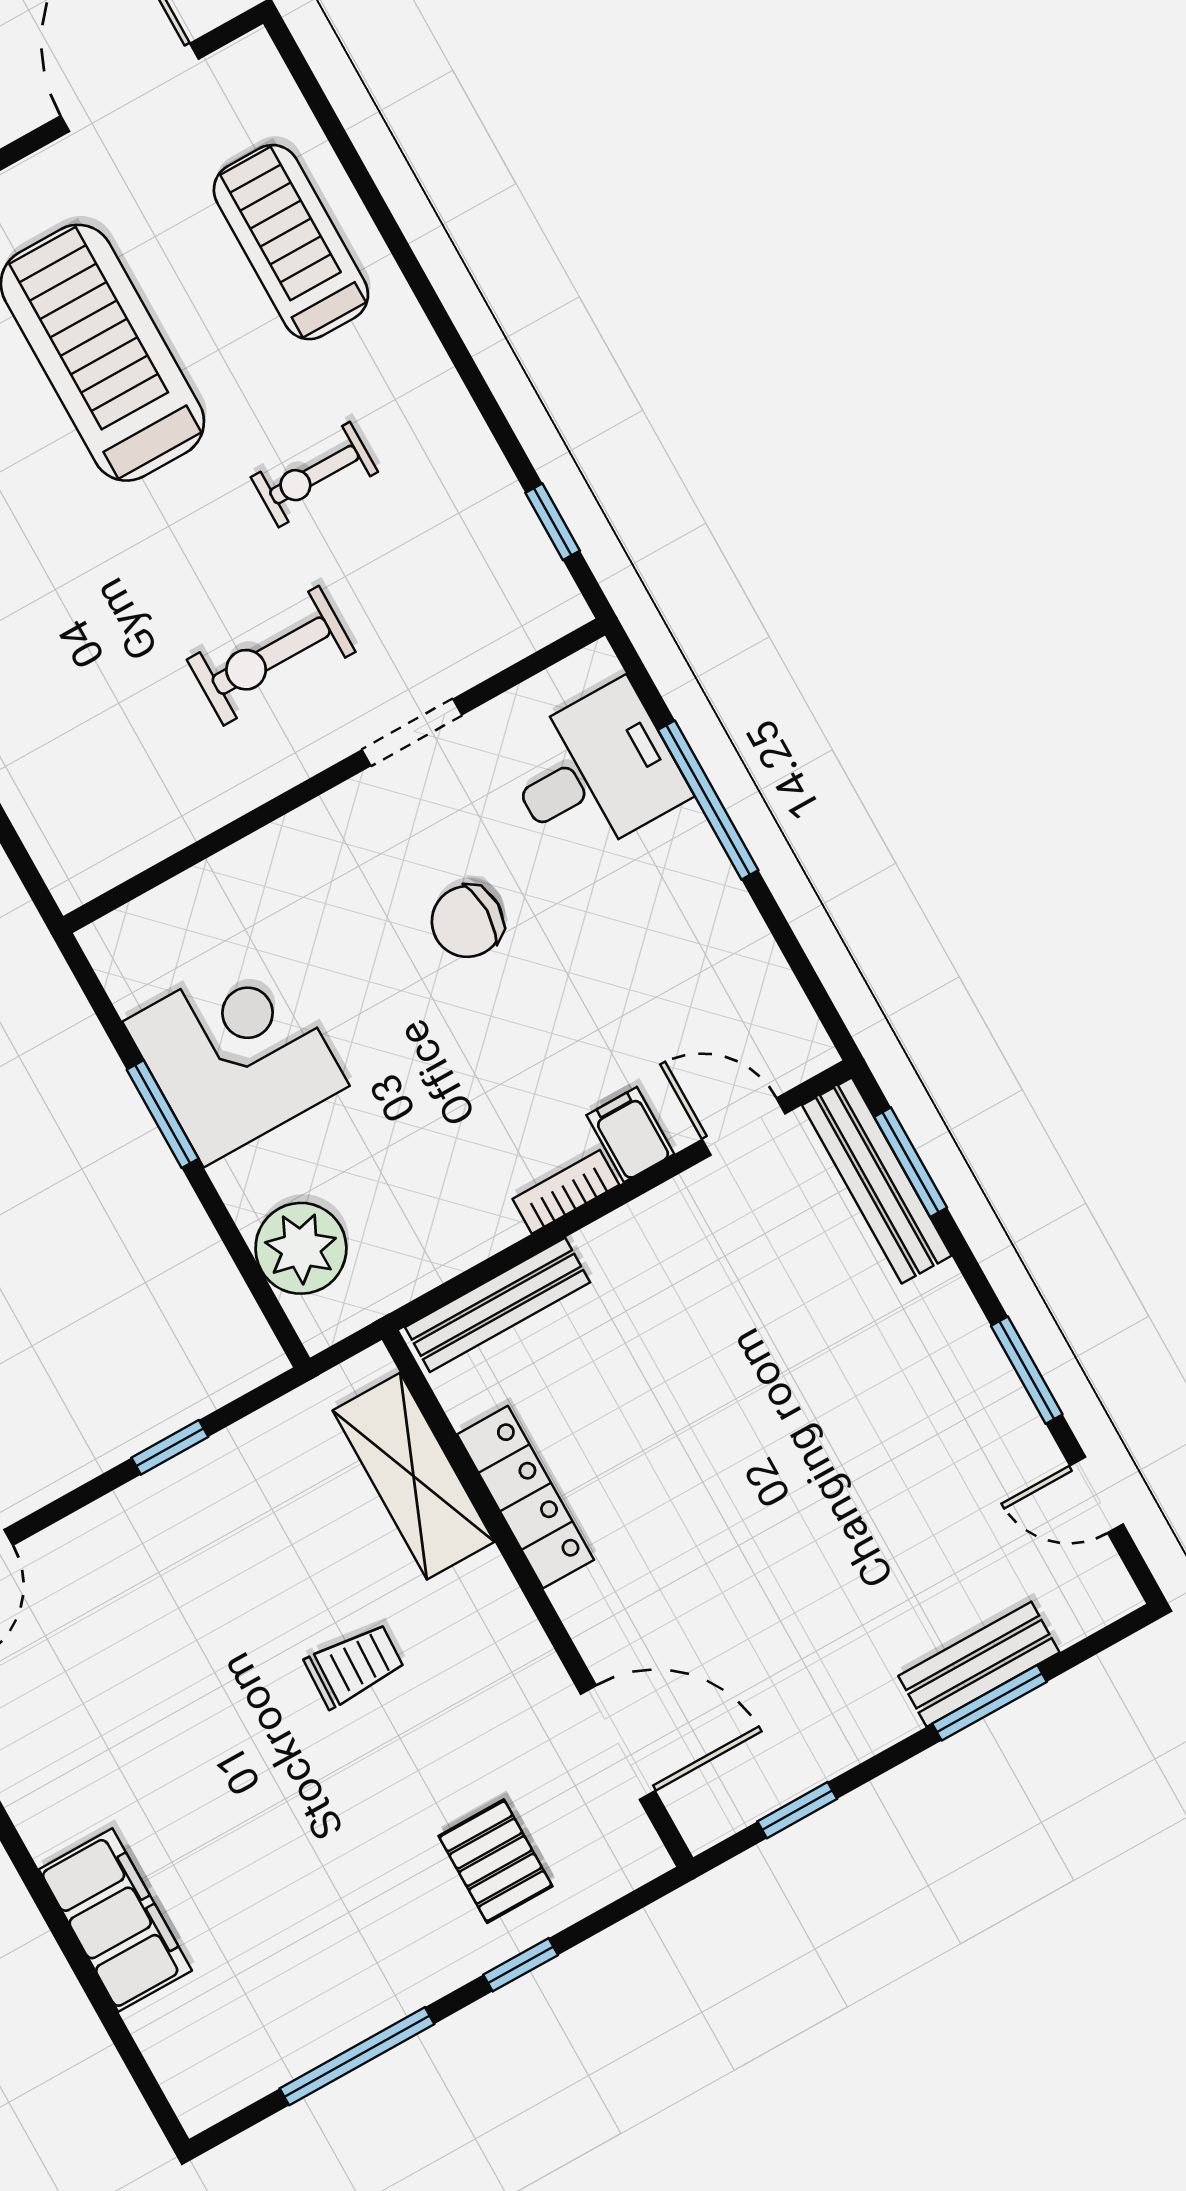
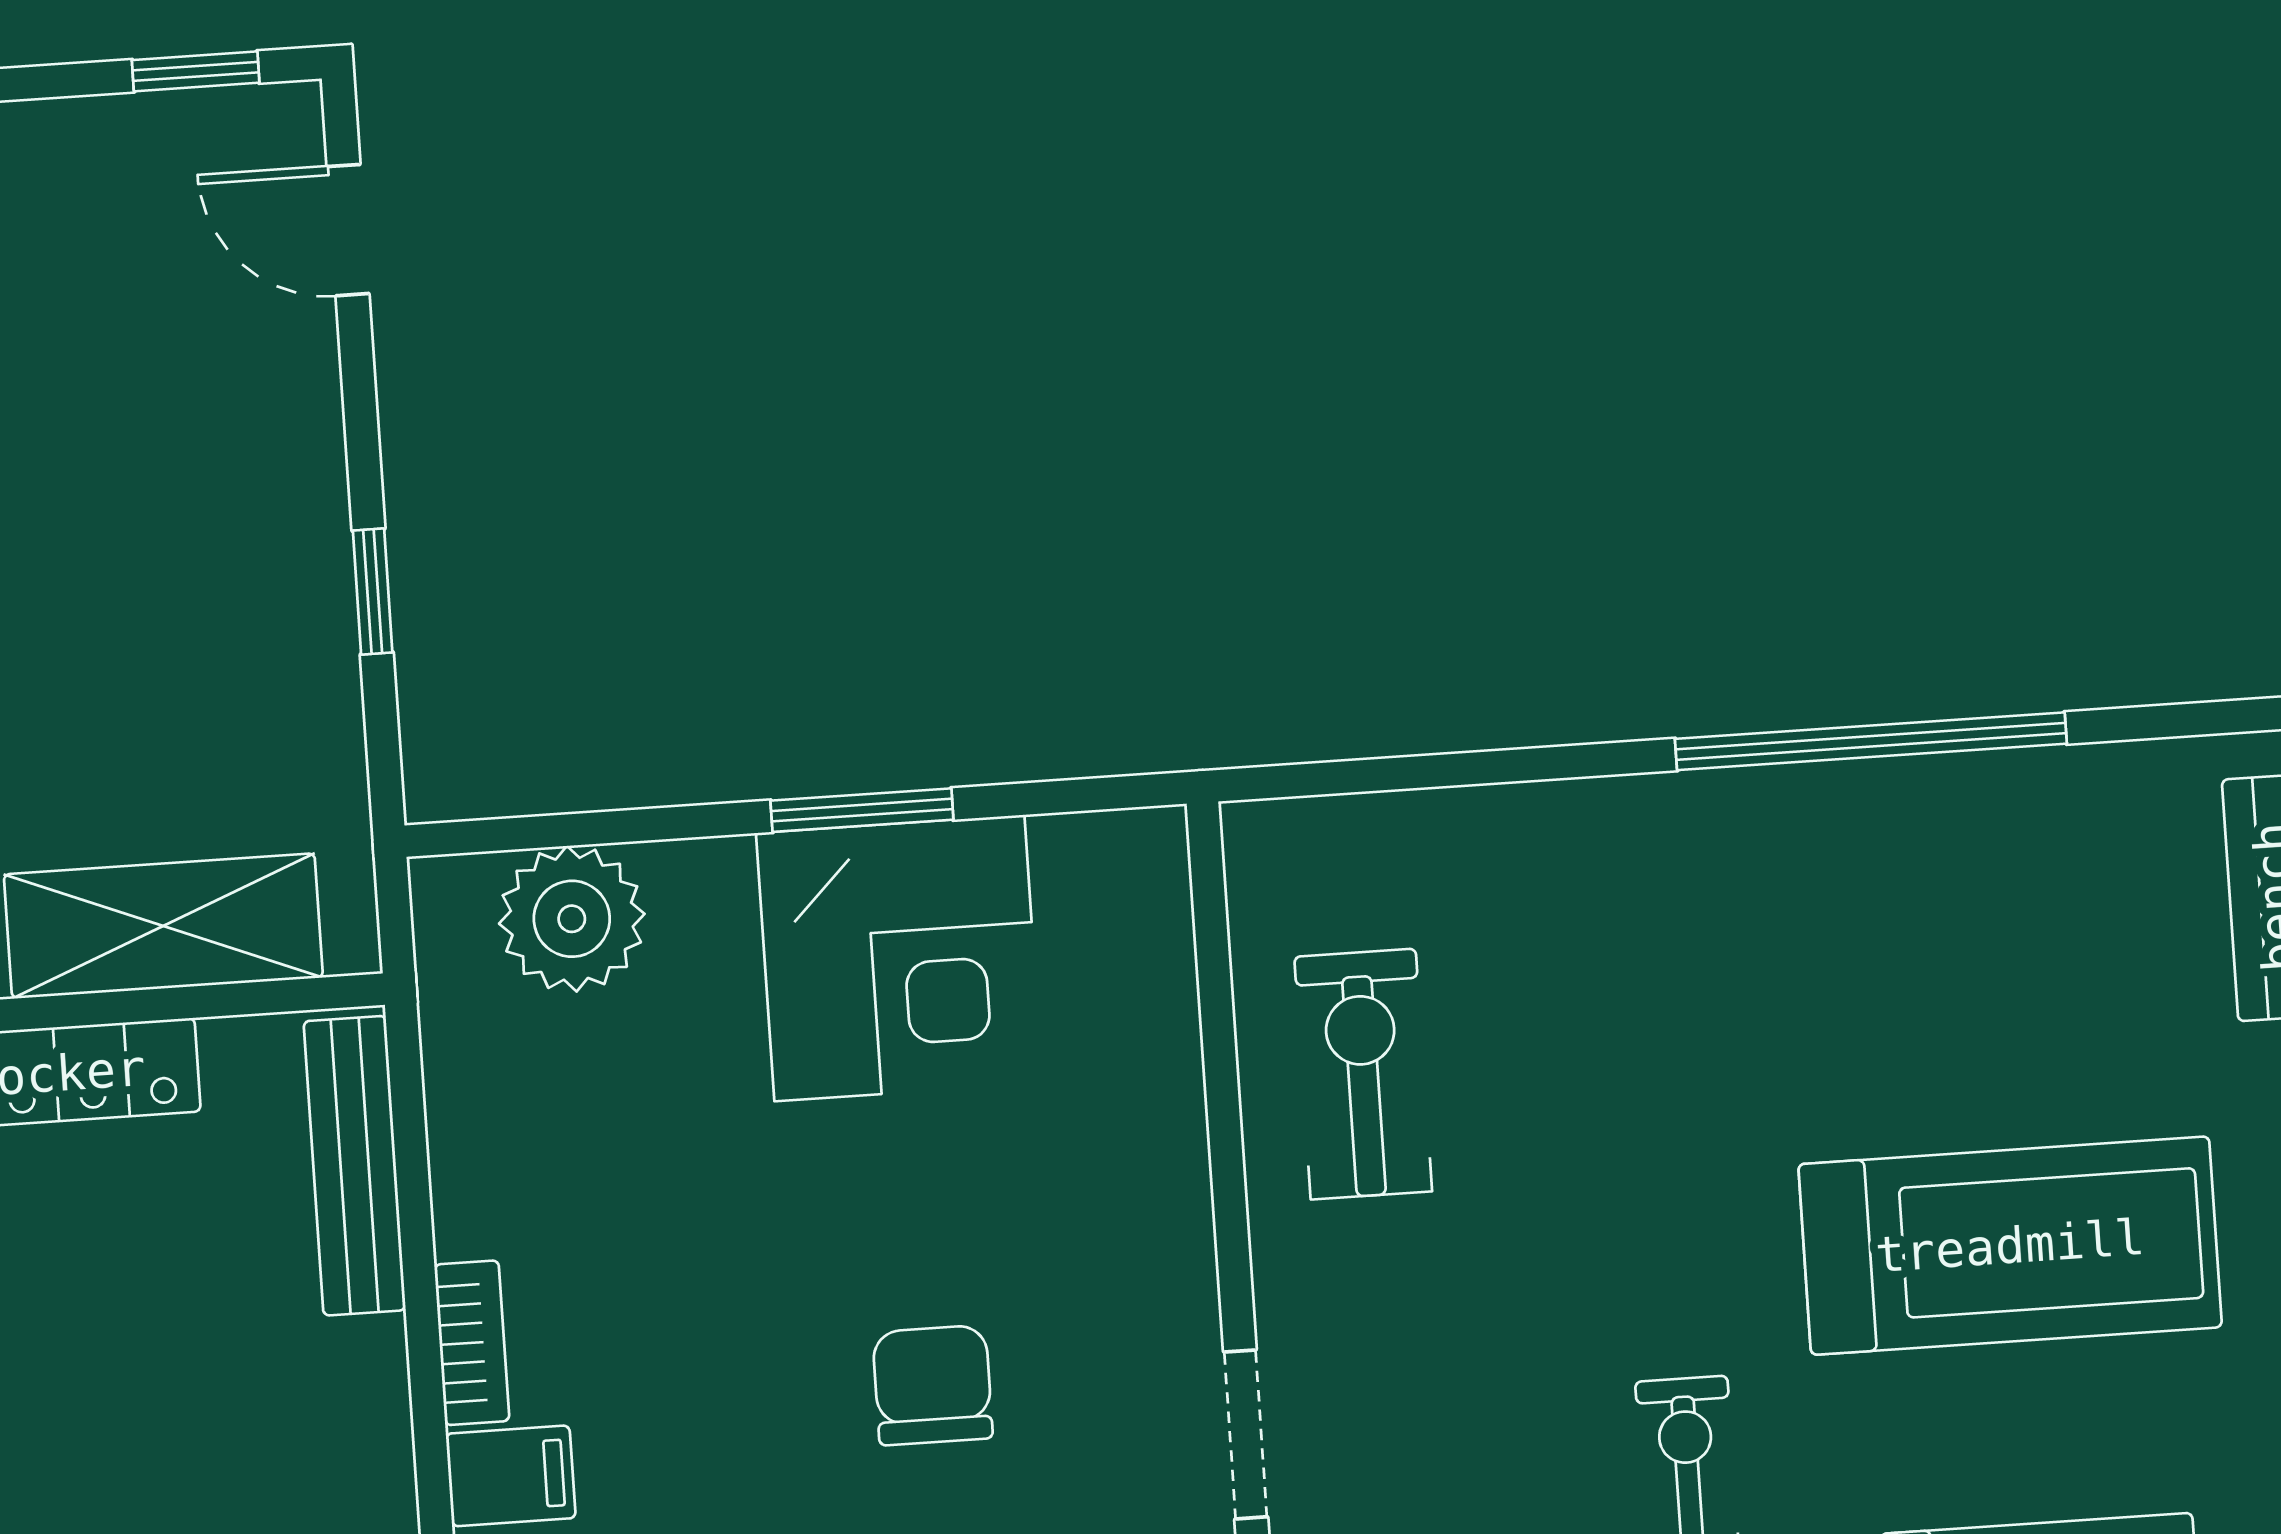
exercise bike: (271, 656) -> (1363, 1074), moved

